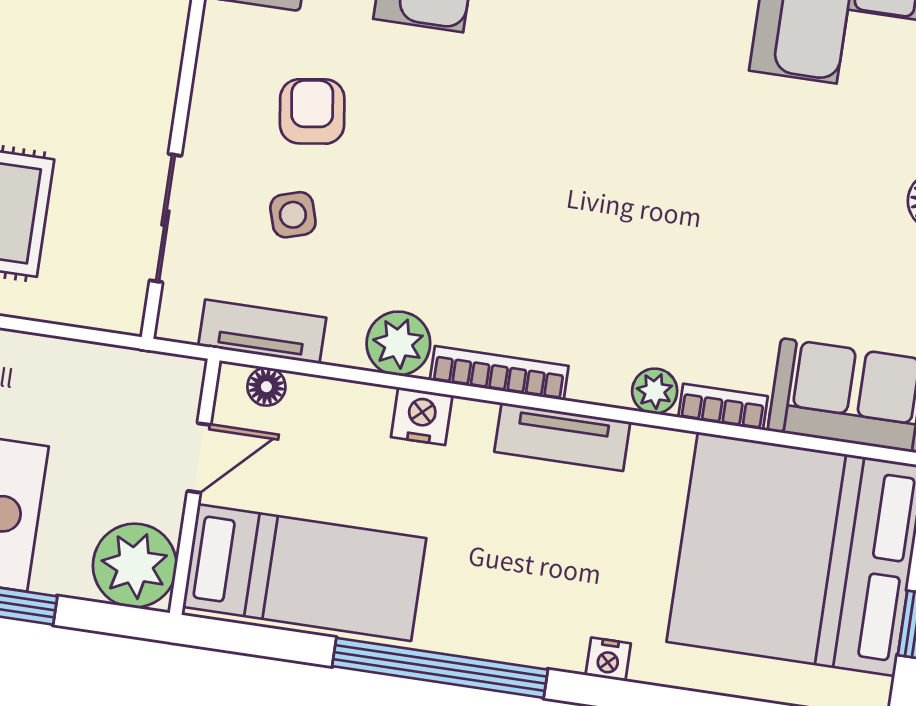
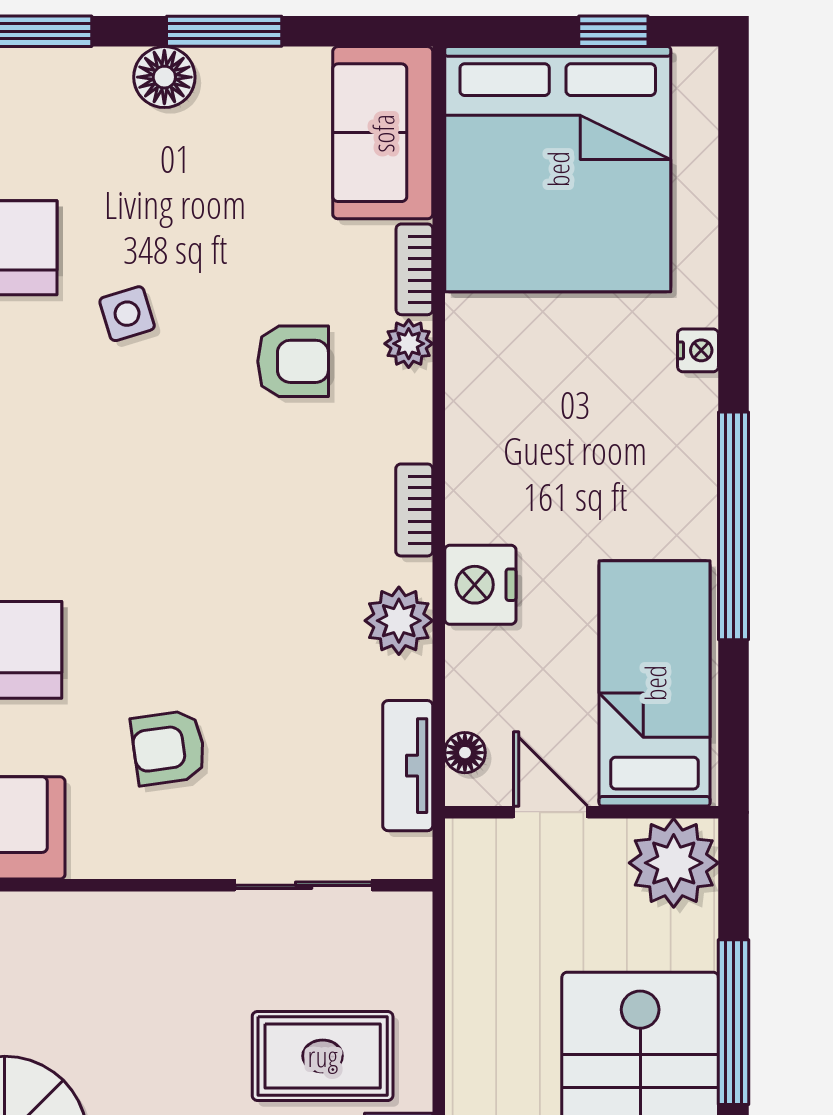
side table: (293, 215) -> (127, 314), moved
armchair: (654, 281) -> (293, 361), added
bookcase: (499, 373) -> (414, 510), width x0.64
nightstand: (422, 416) -> (480, 585), width x1.36, depth x1.33
tv unit: (562, 437) -> (471, 434), removed

